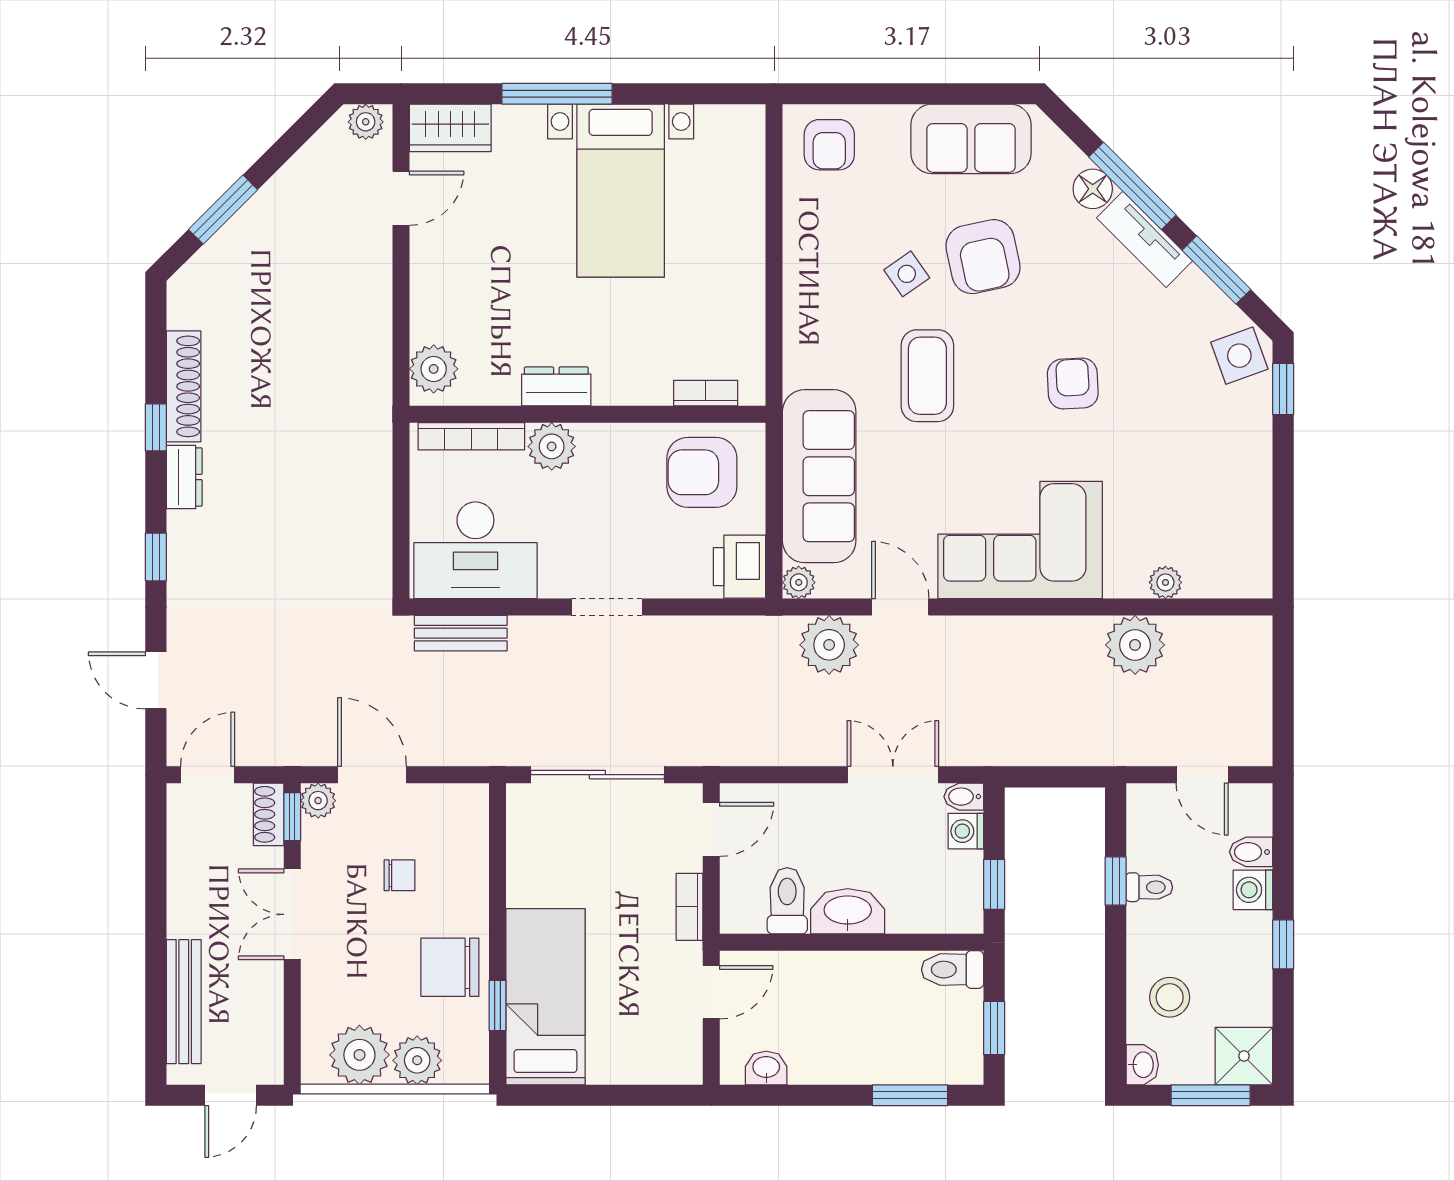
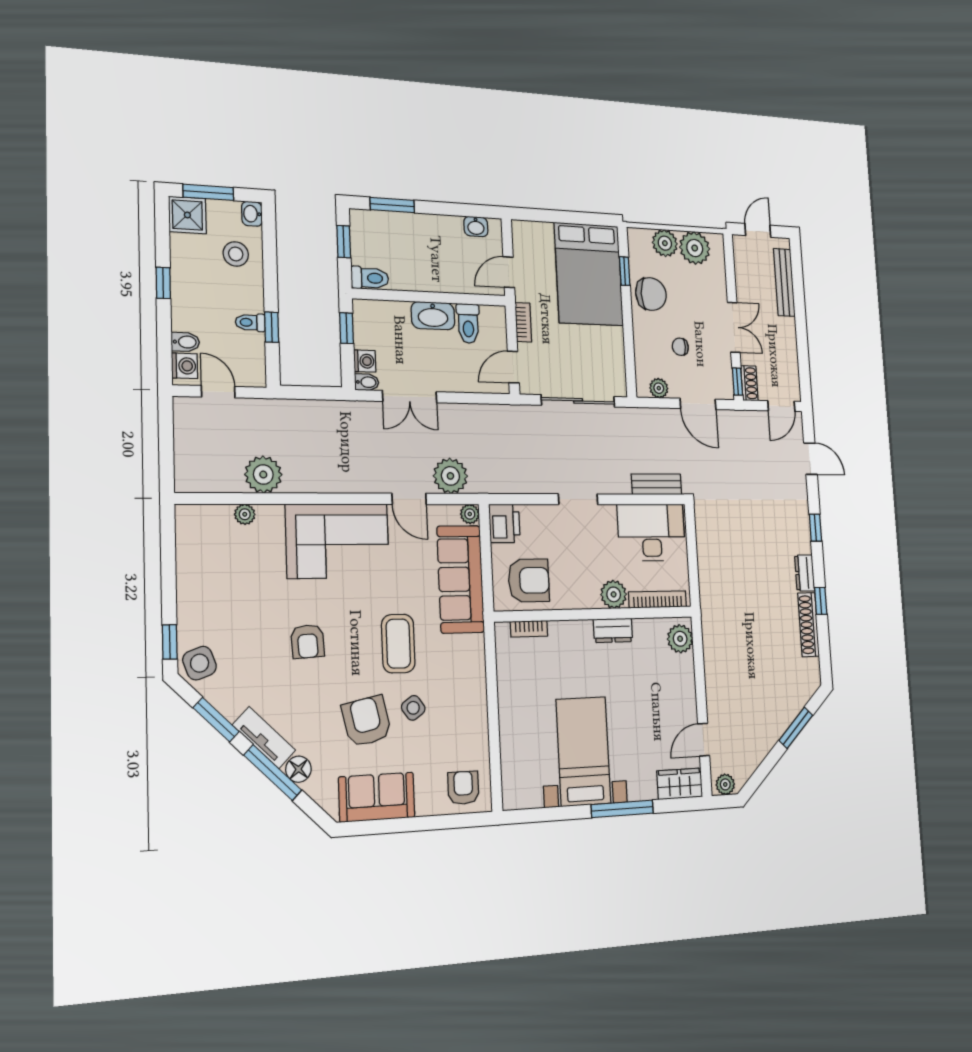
plant: (318, 801) -> (659, 388), moved
washing machine: (1253, 890) -> (185, 366), moved
bed: (545, 997) -> (589, 274), width x1.50

